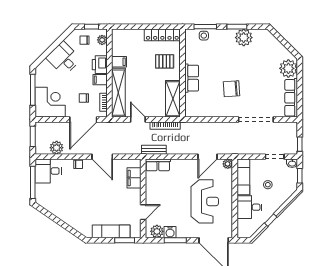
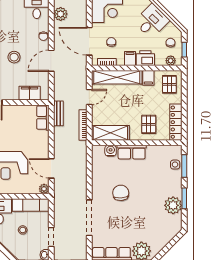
pallet: (125, 41) -> (169, 84), added
water cooler: (190, 99) -> (111, 151), added
stool: (99, 193) -> (14, 57), added

